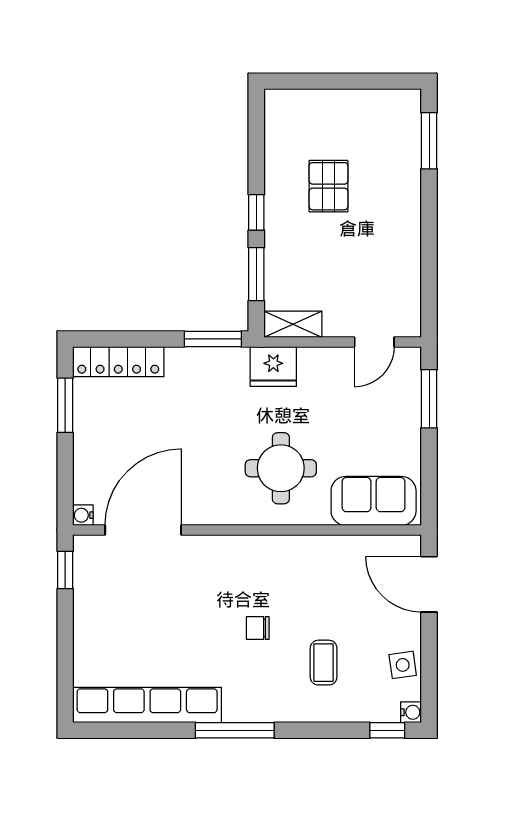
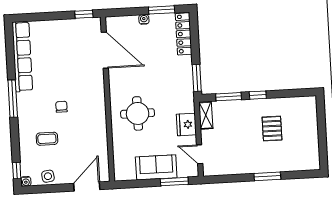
window: (429, 141) -> (267, 176), moved
pallet: (329, 186) -> (272, 129), turned 90
fridge: (273, 366) -> (186, 125), moved
sofa: (374, 501) -> (156, 167), moved, turned -90
water cooler: (83, 515) -> (144, 19), moved

